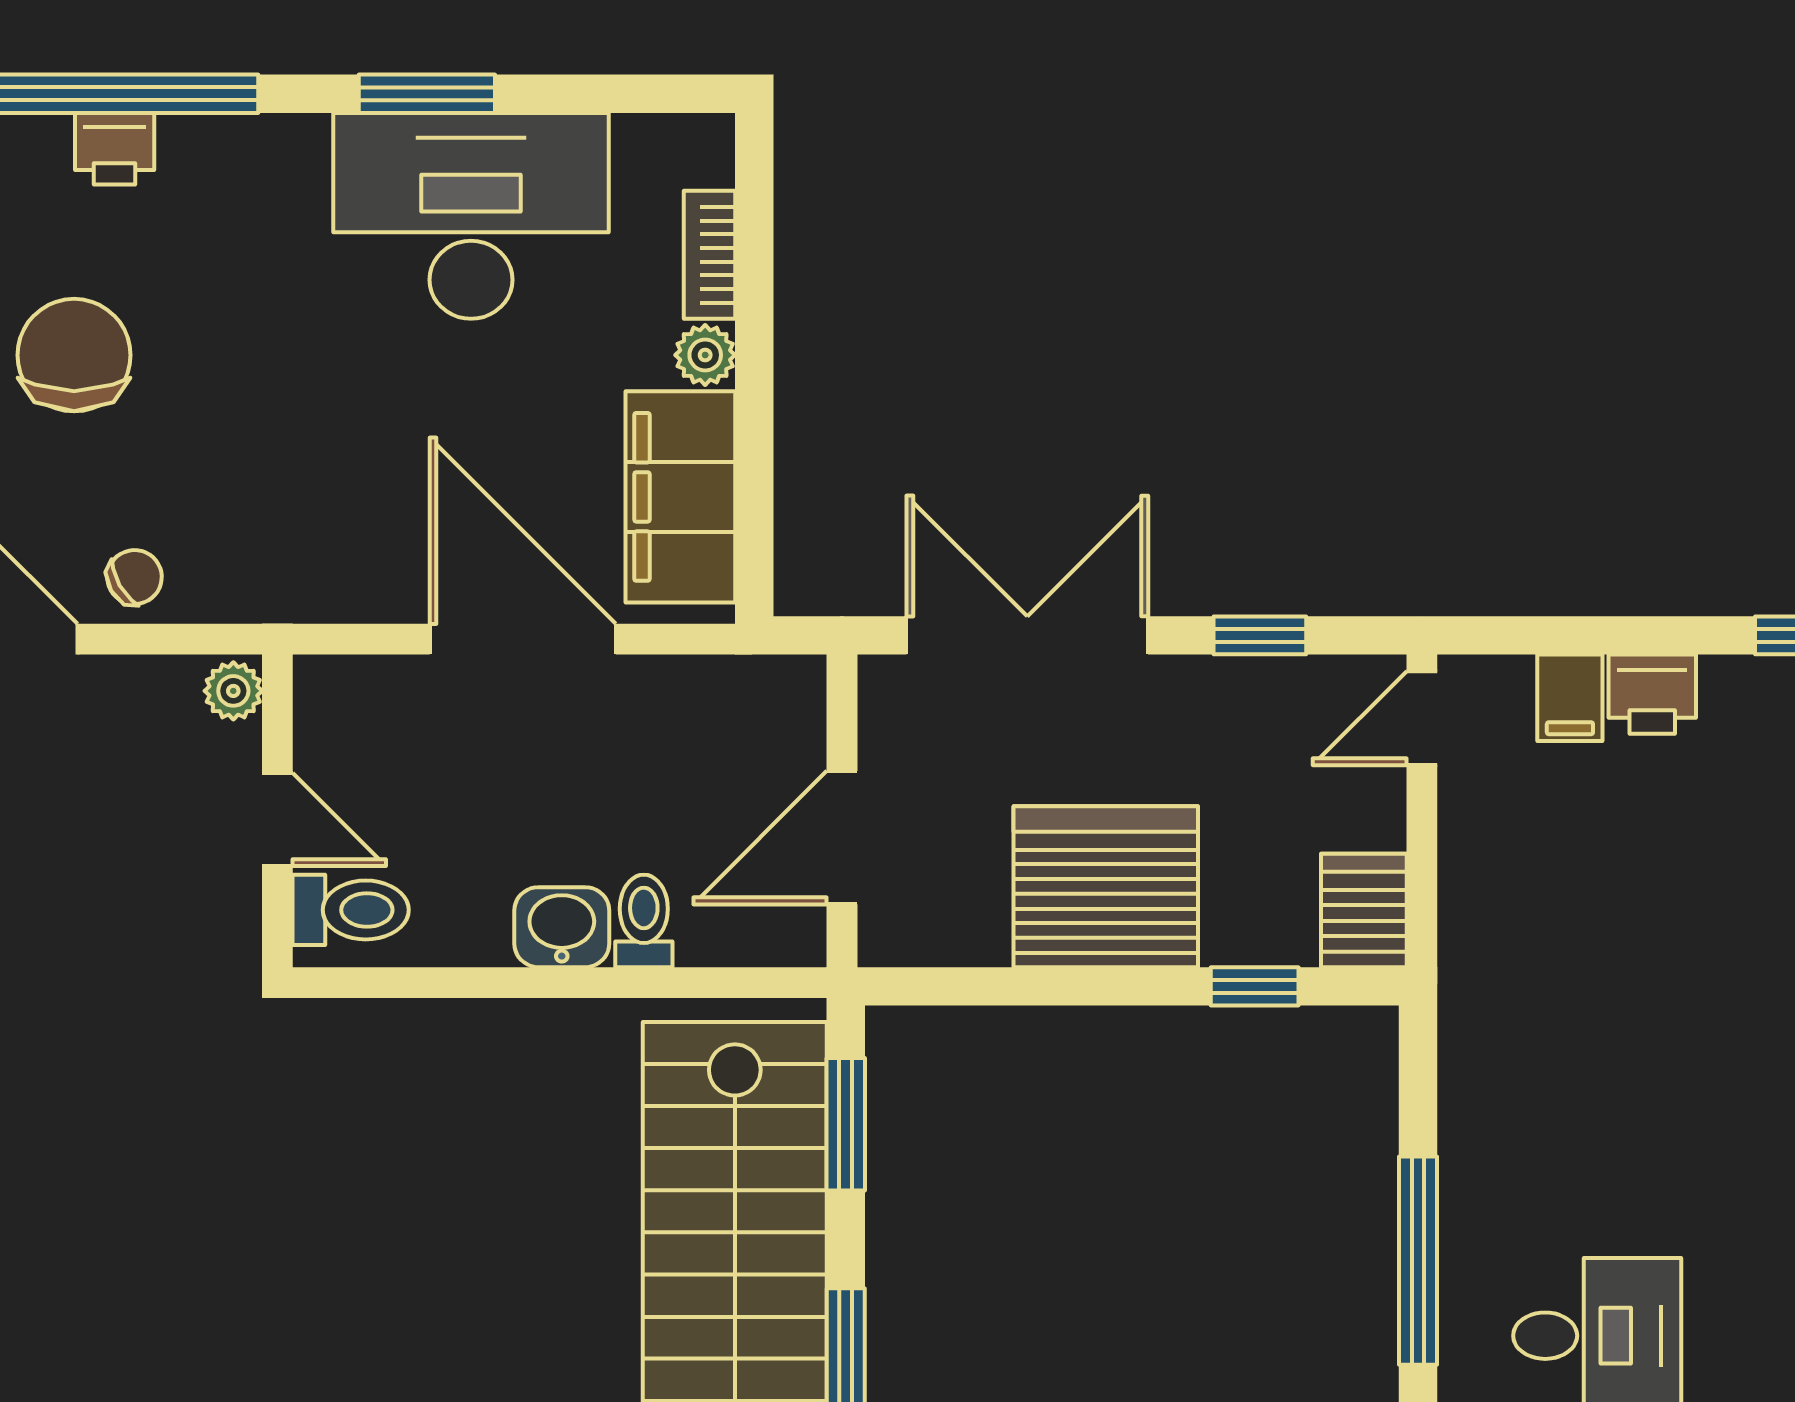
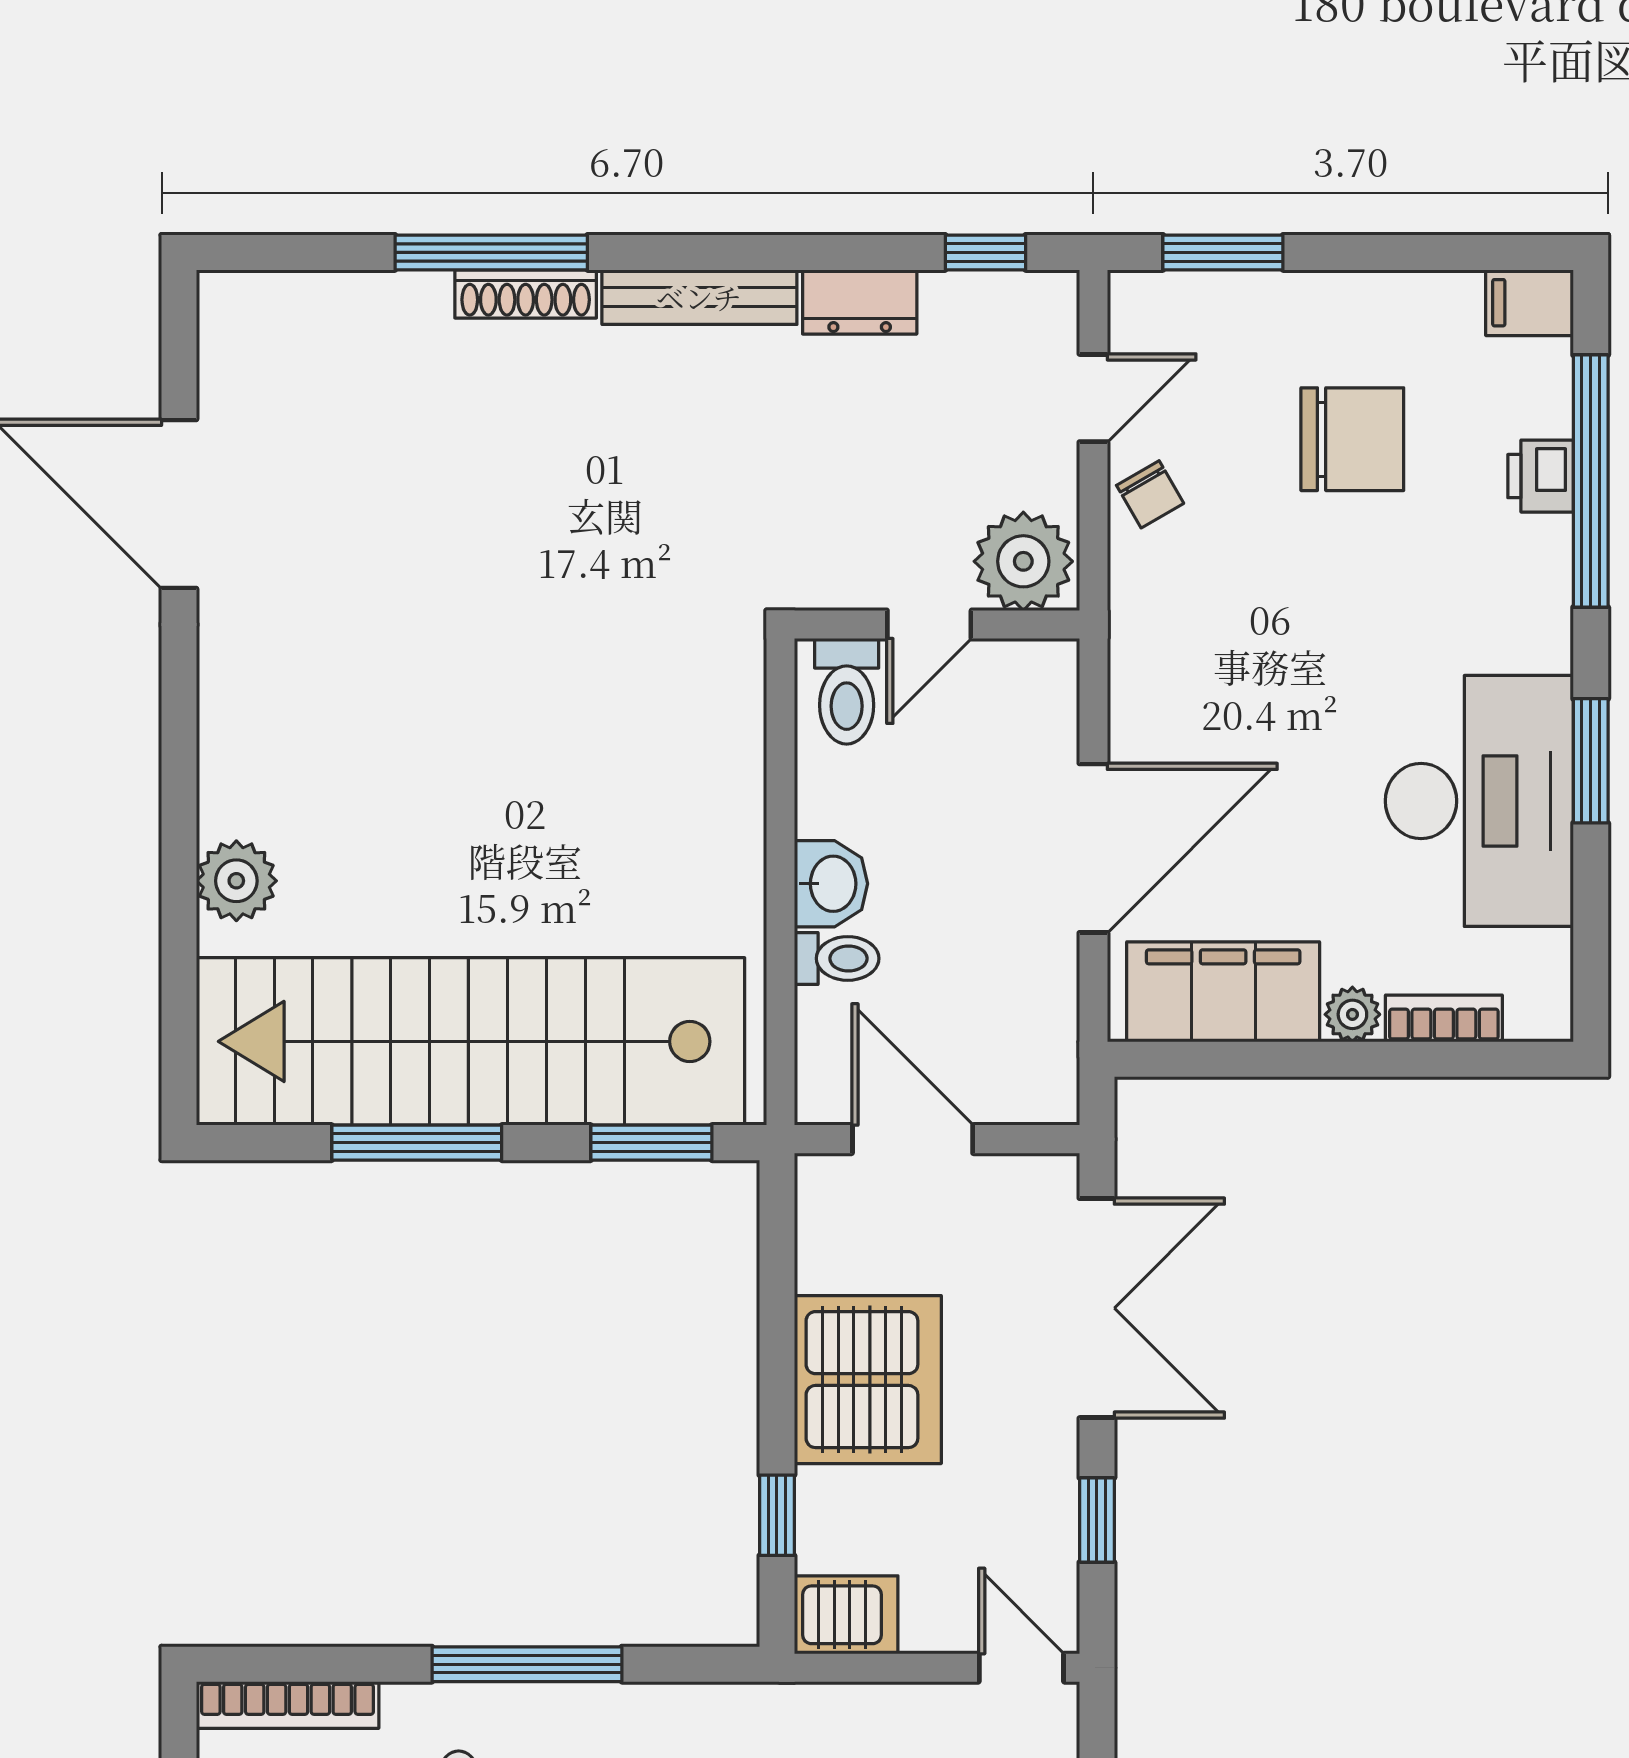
plant: (233, 691) -> (1023, 561), width x1.87, depth x1.87

